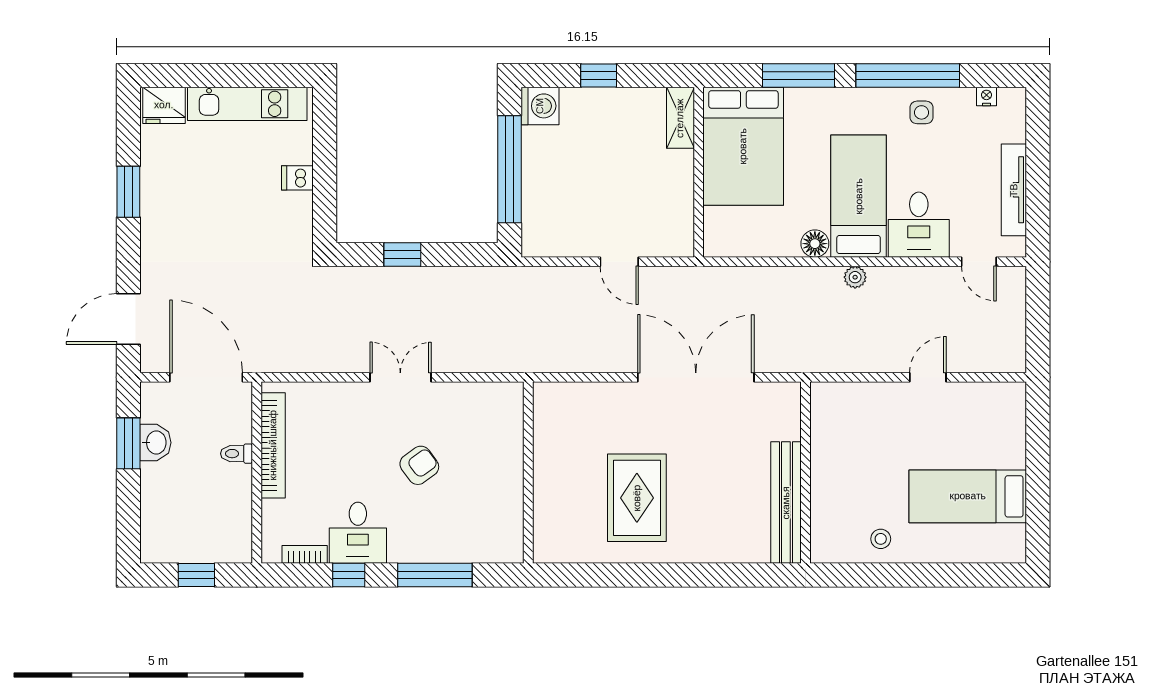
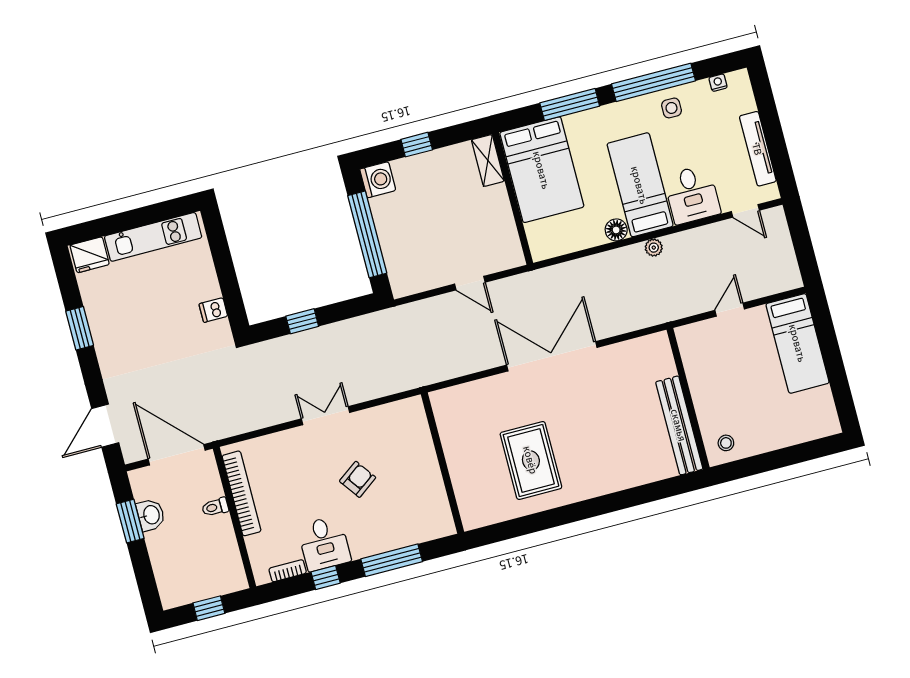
dishwasher: (297, 178) -> (213, 310), moved
wall: (805, 473) -> (688, 399), moved
bed: (968, 496) -> (798, 343), moved, turned -90
bench: (786, 503) -> (679, 425), moved

